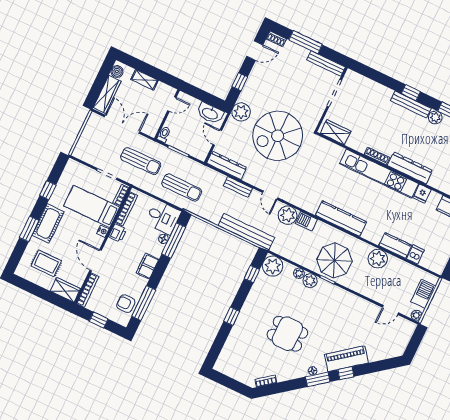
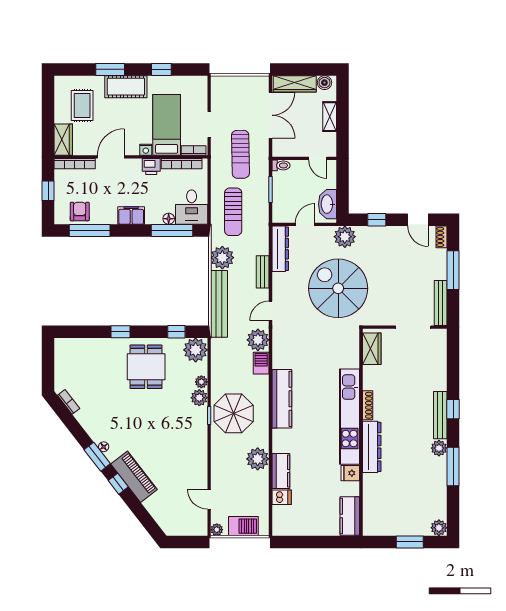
plant: (212, 212) -> (222, 258), added
dining table: (287, 334) -> (146, 367), moved

